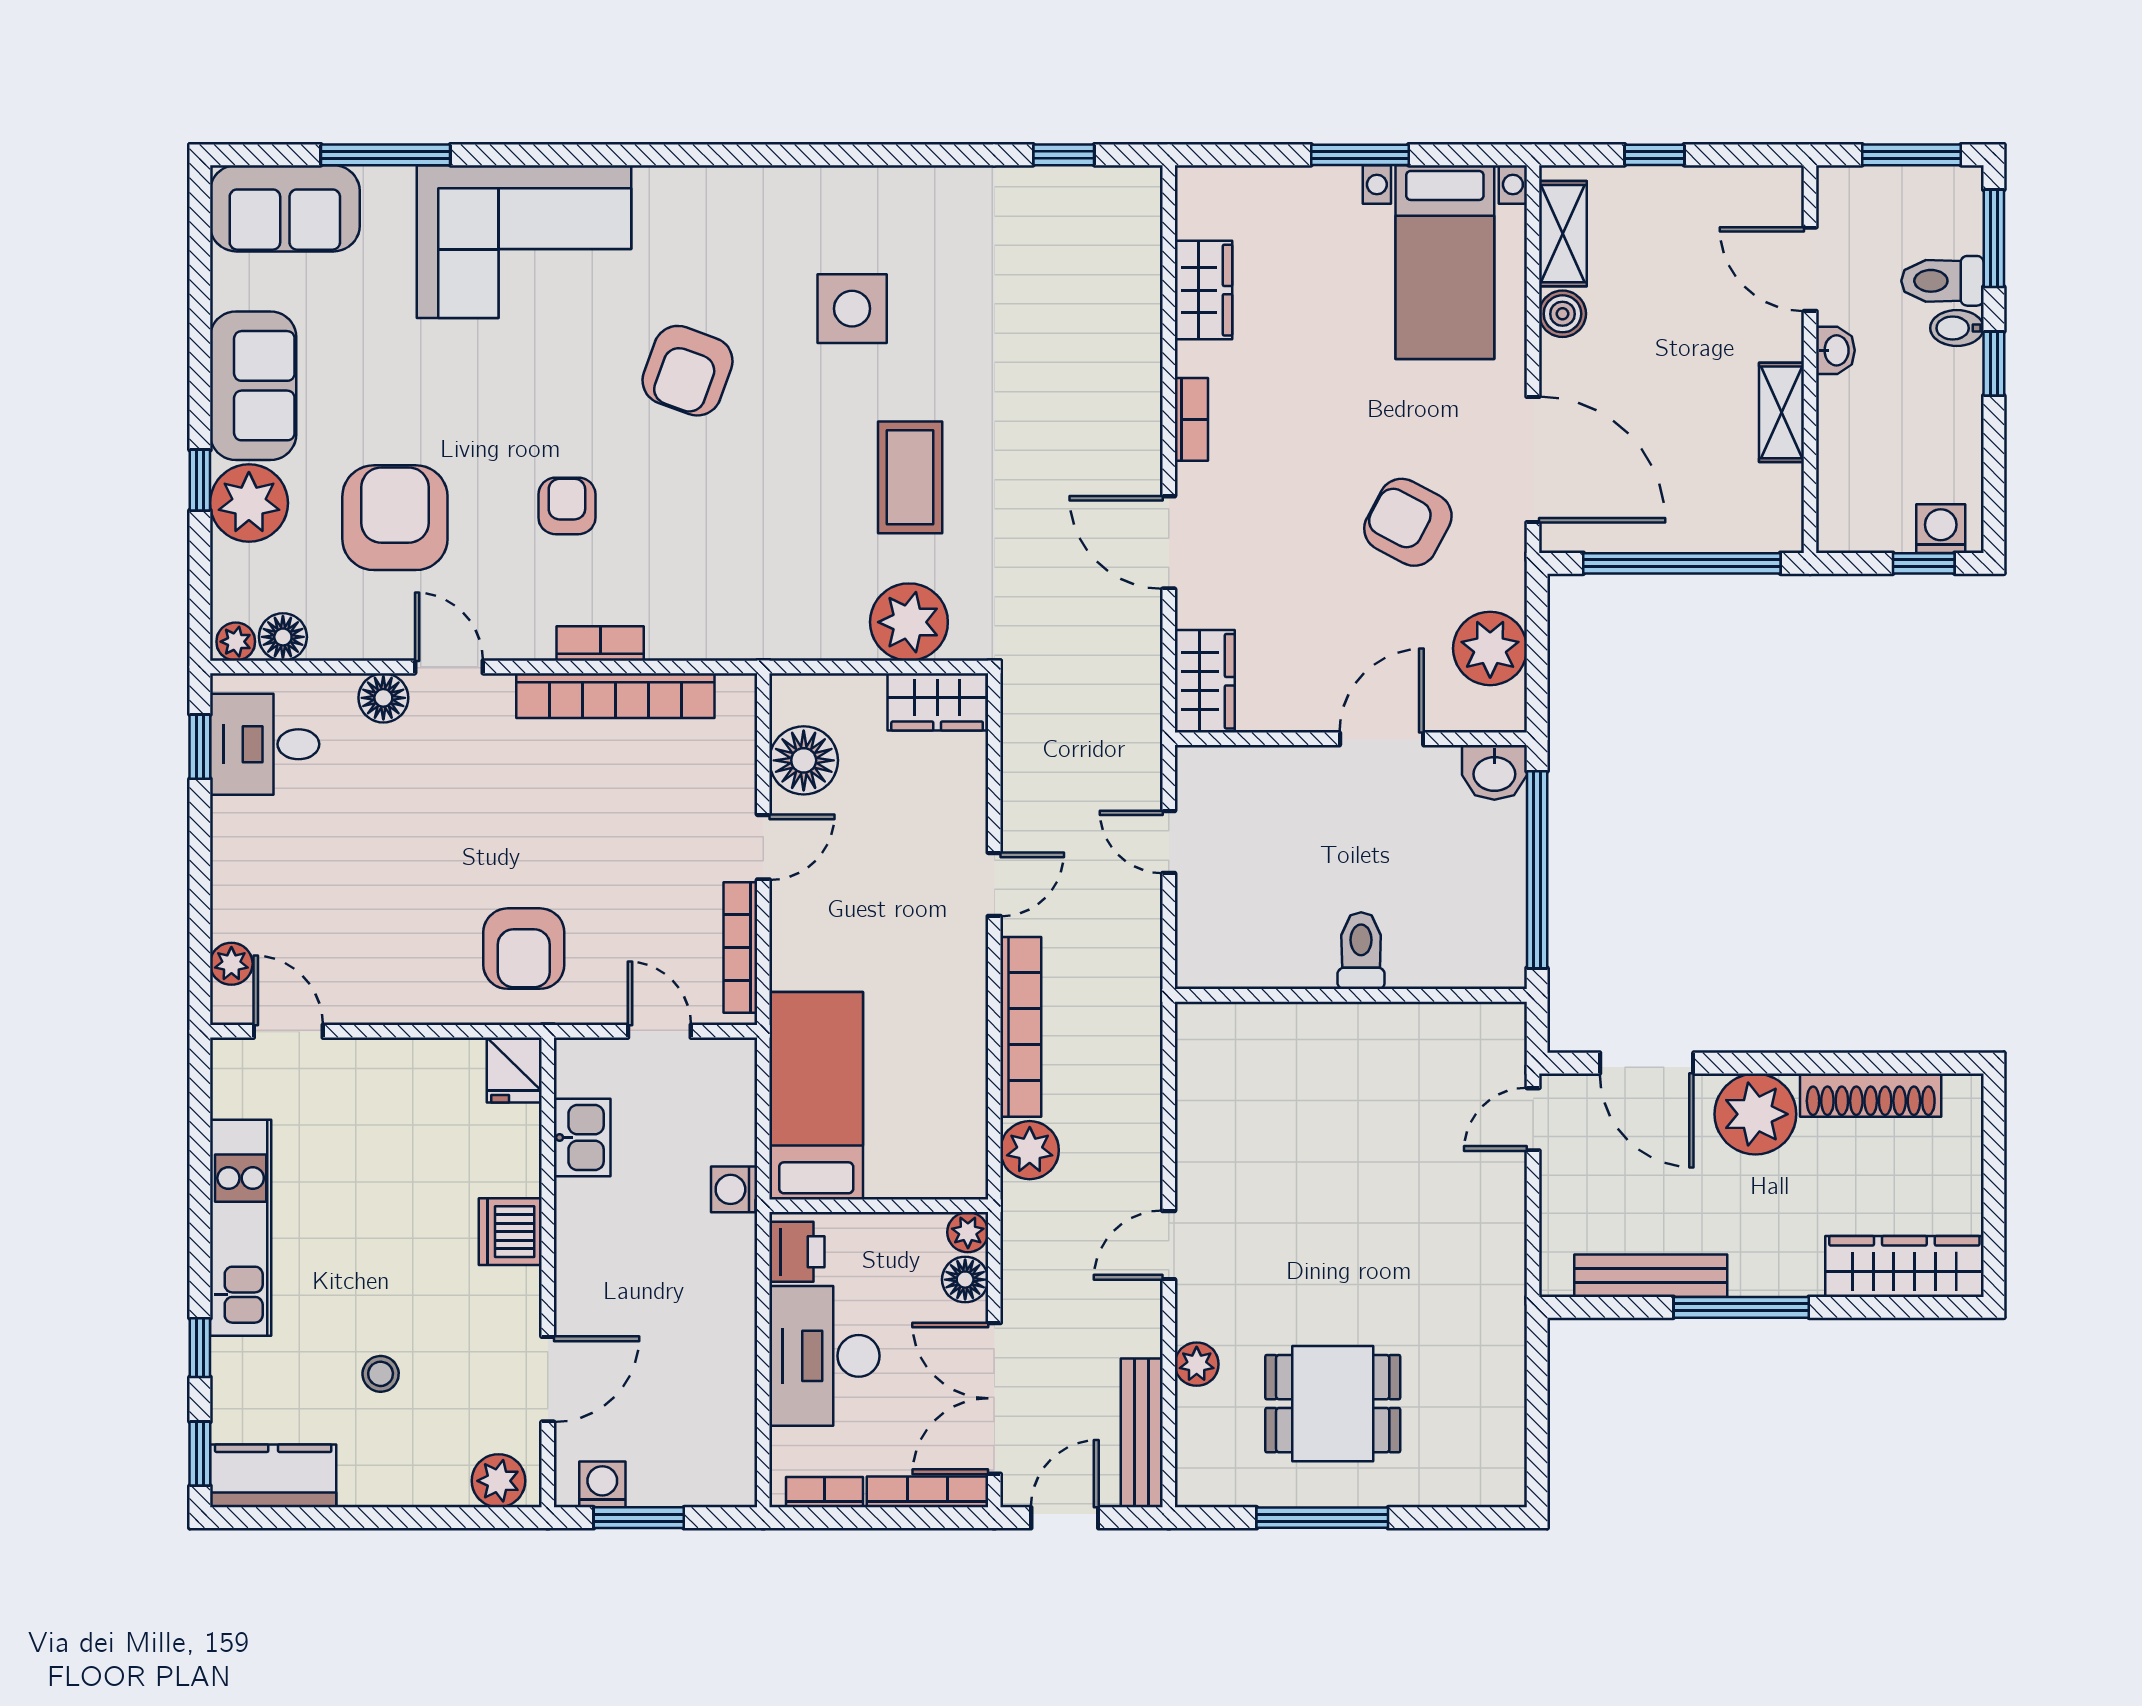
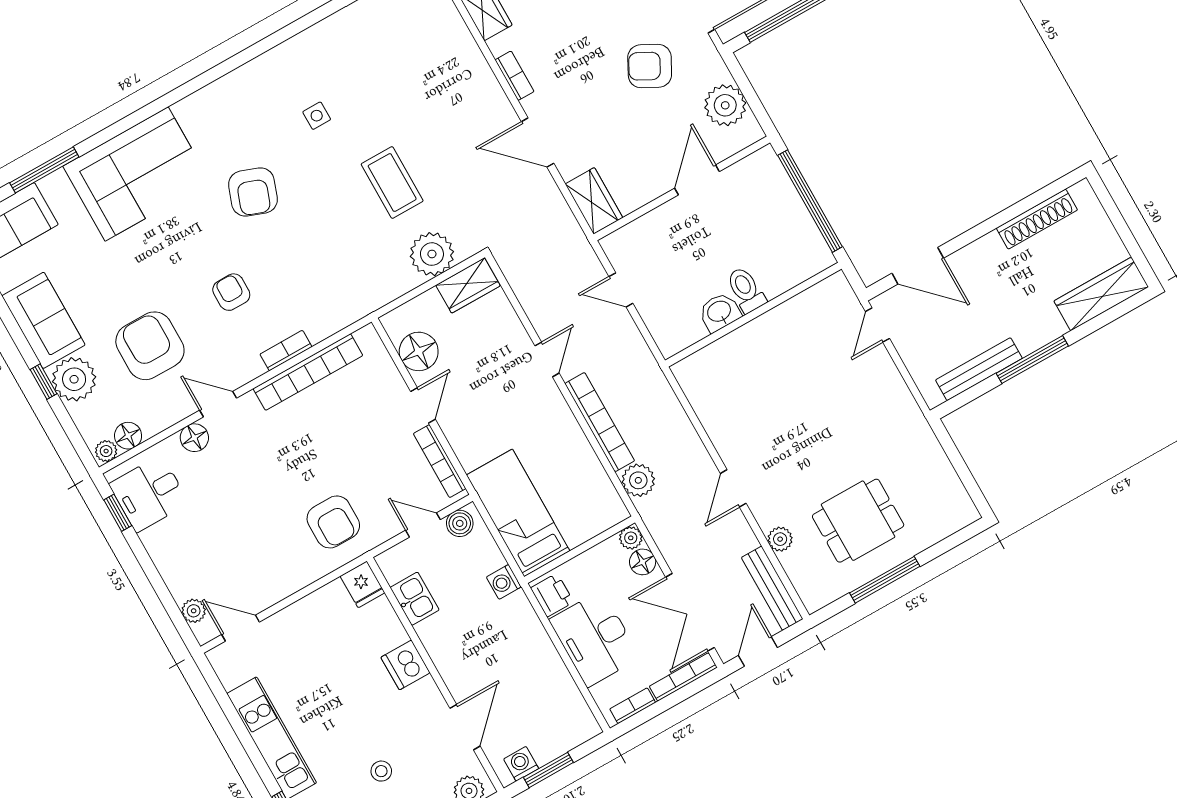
side table: (852, 309) -> (317, 116), width x0.54, depth x0.54
washbasin: (1494, 772) -> (719, 312), moved, turned 180
boiler: (717, 1061) -> (460, 523), added
plant: (1755, 1114) -> (985, 260), removed

